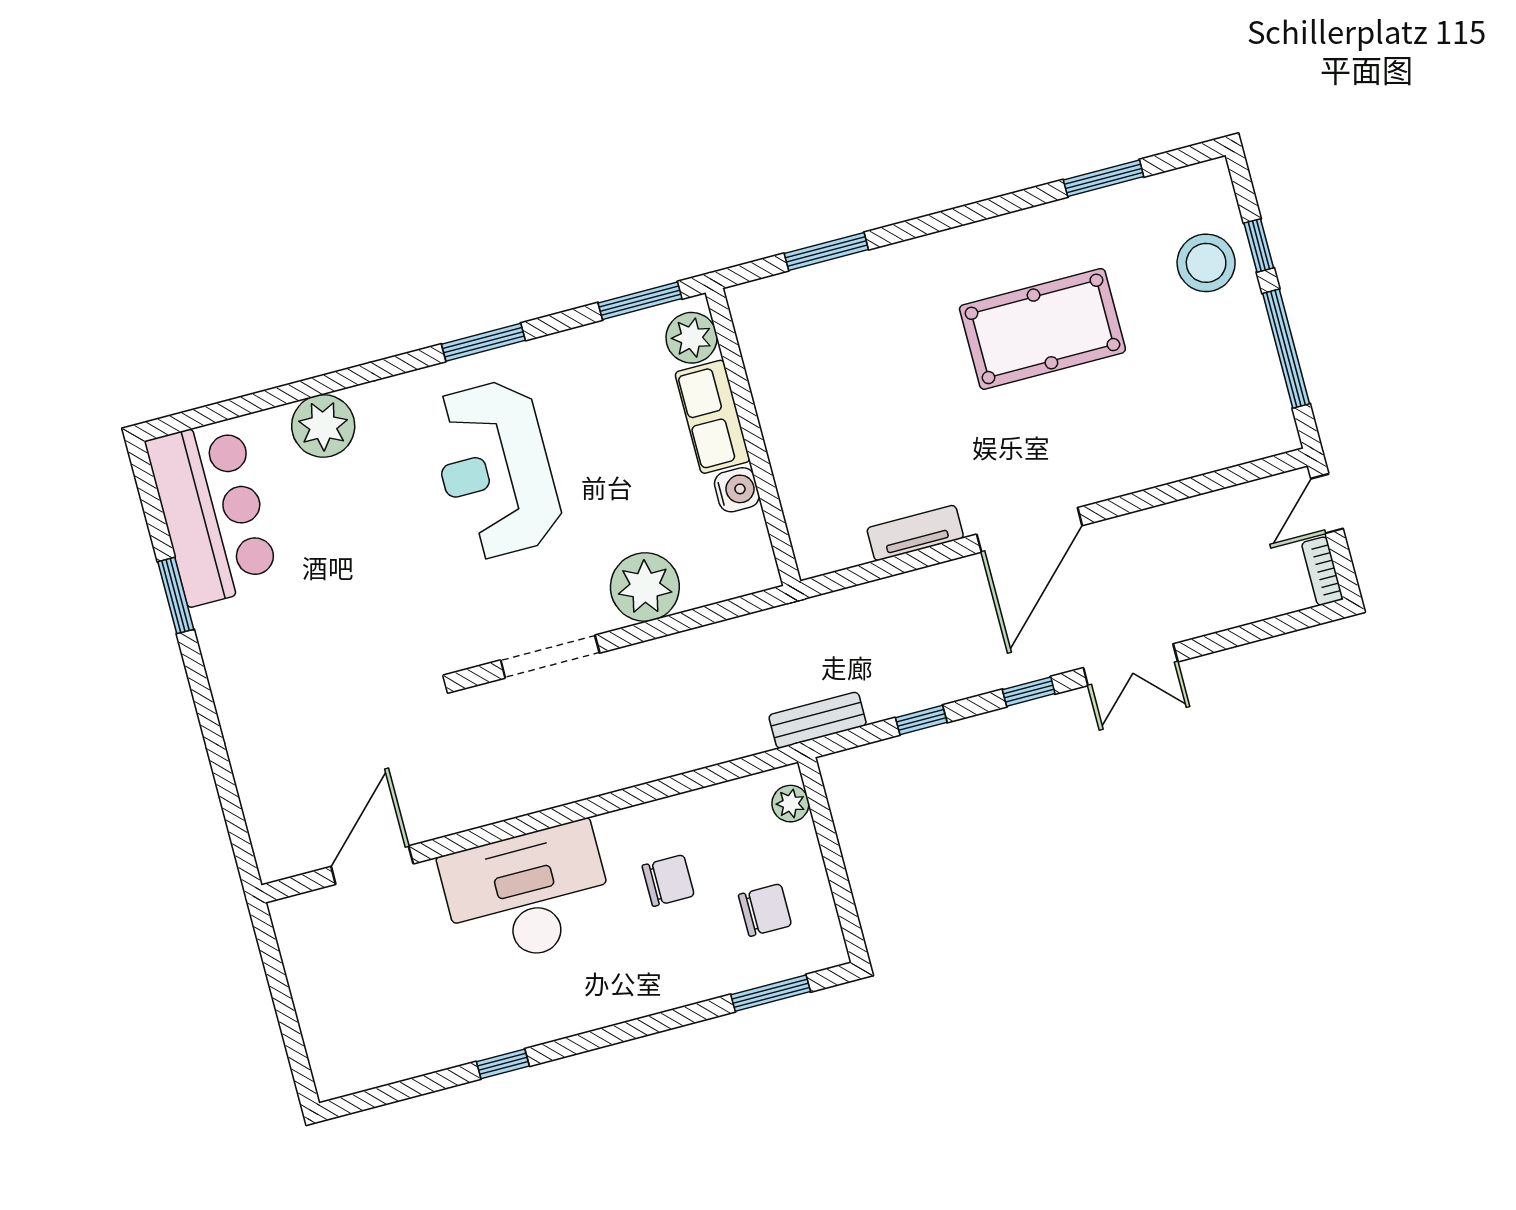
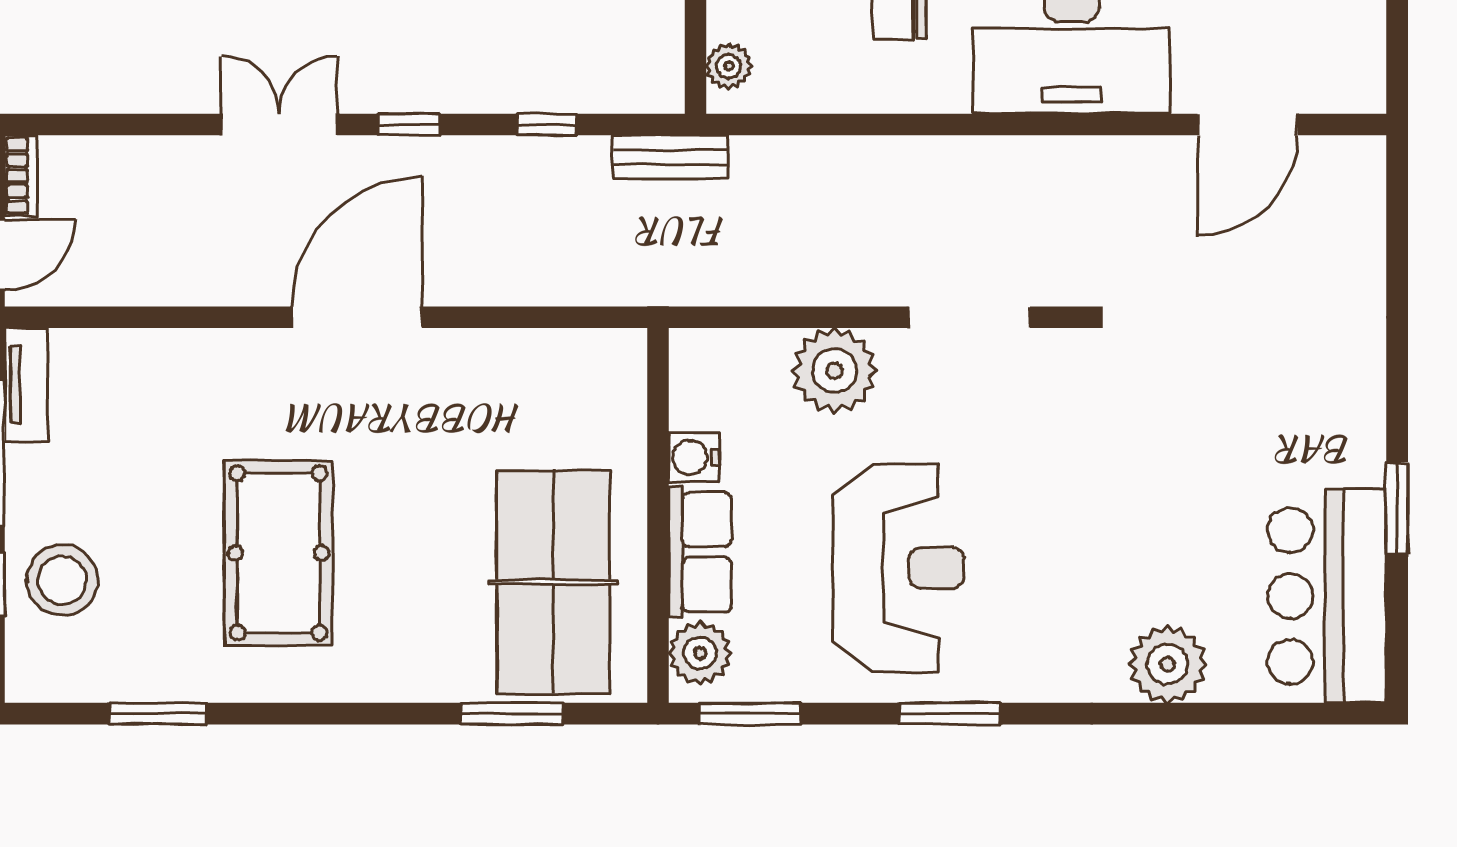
pool table: (1042, 329) -> (278, 553), turned 90
table tennis table: (821, 363) -> (553, 582), added
reception desk: (495, 469) -> (899, 568), moved
tv unit: (915, 533) -> (26, 385), moved, turned -90

